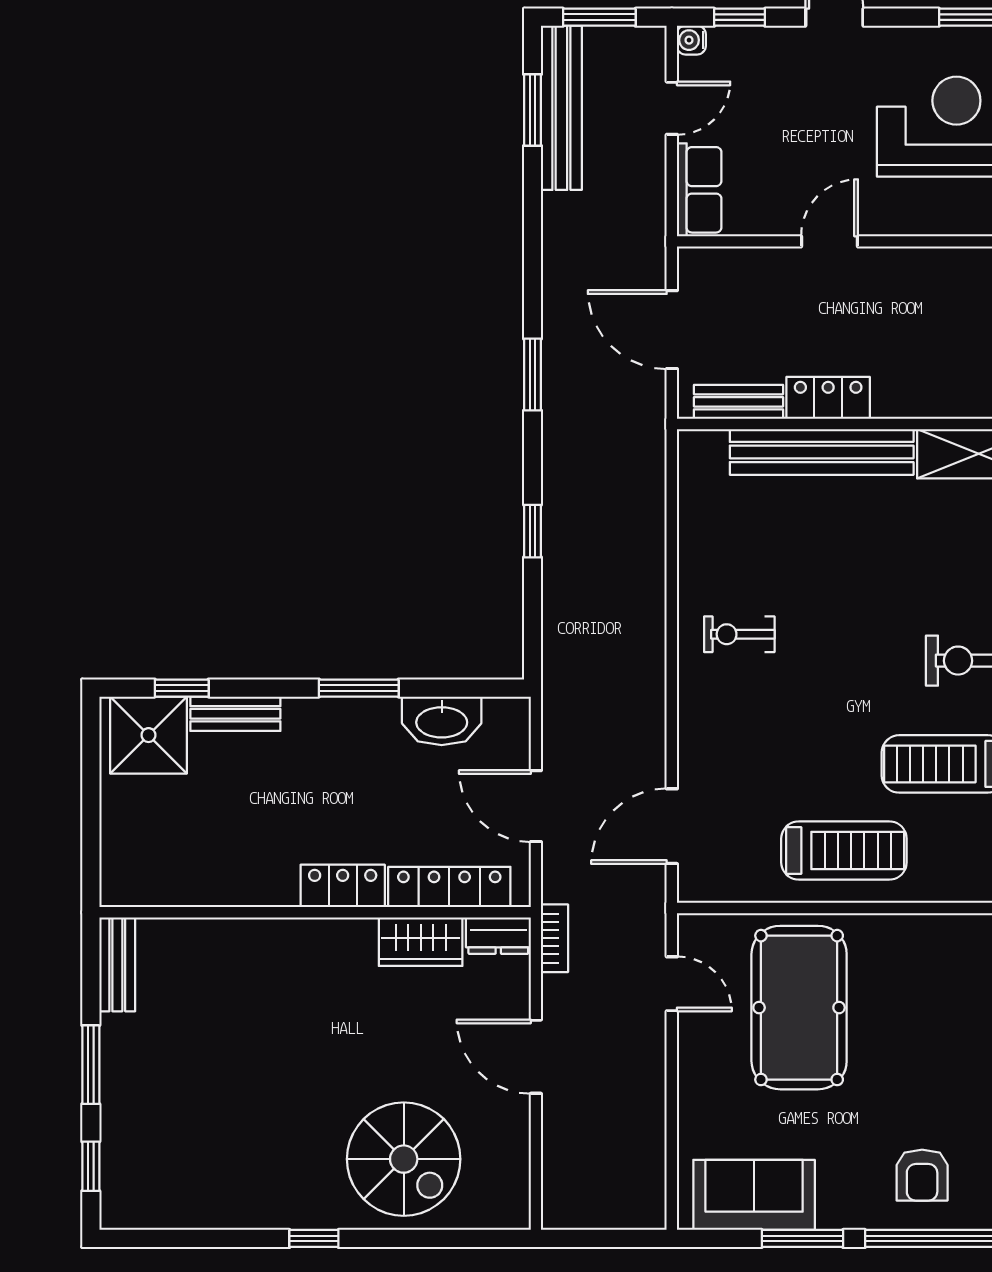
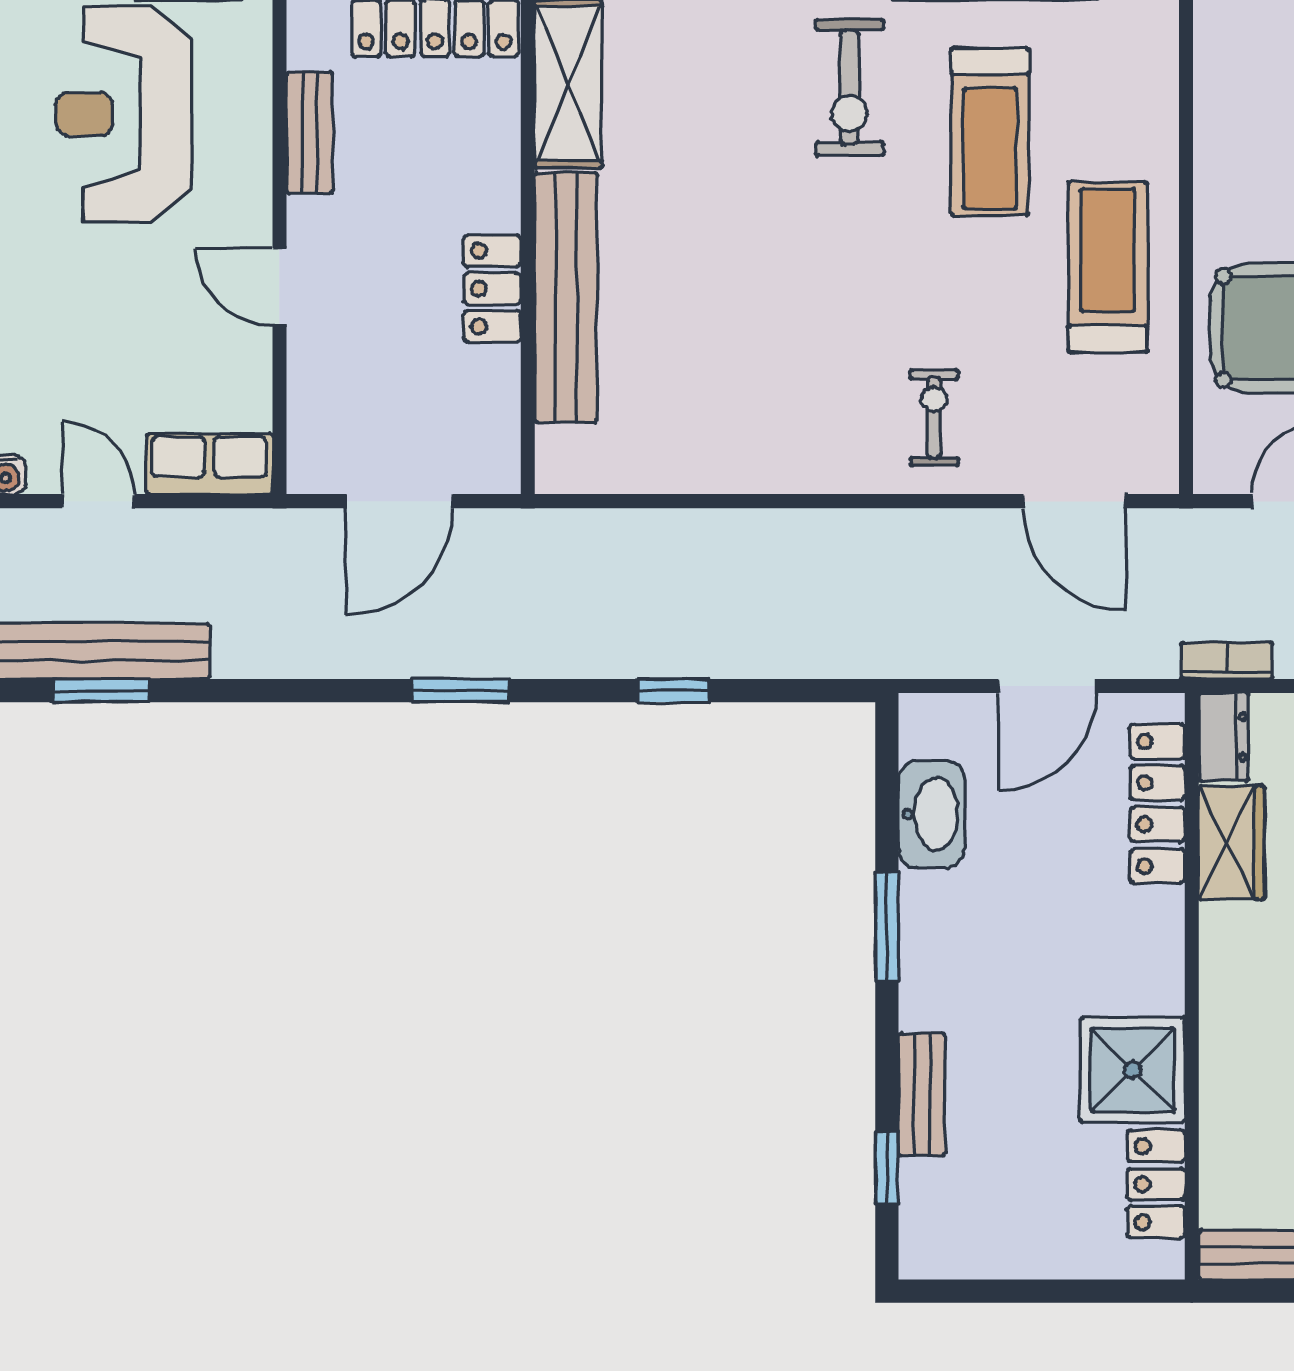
bench: (739, 402) -> (310, 133), moved
exercise bike: (739, 634) -> (934, 417), moved, turned 180
shower: (148, 735) -> (1133, 1070), moved
locker: (343, 886) -> (1156, 1184), moved

